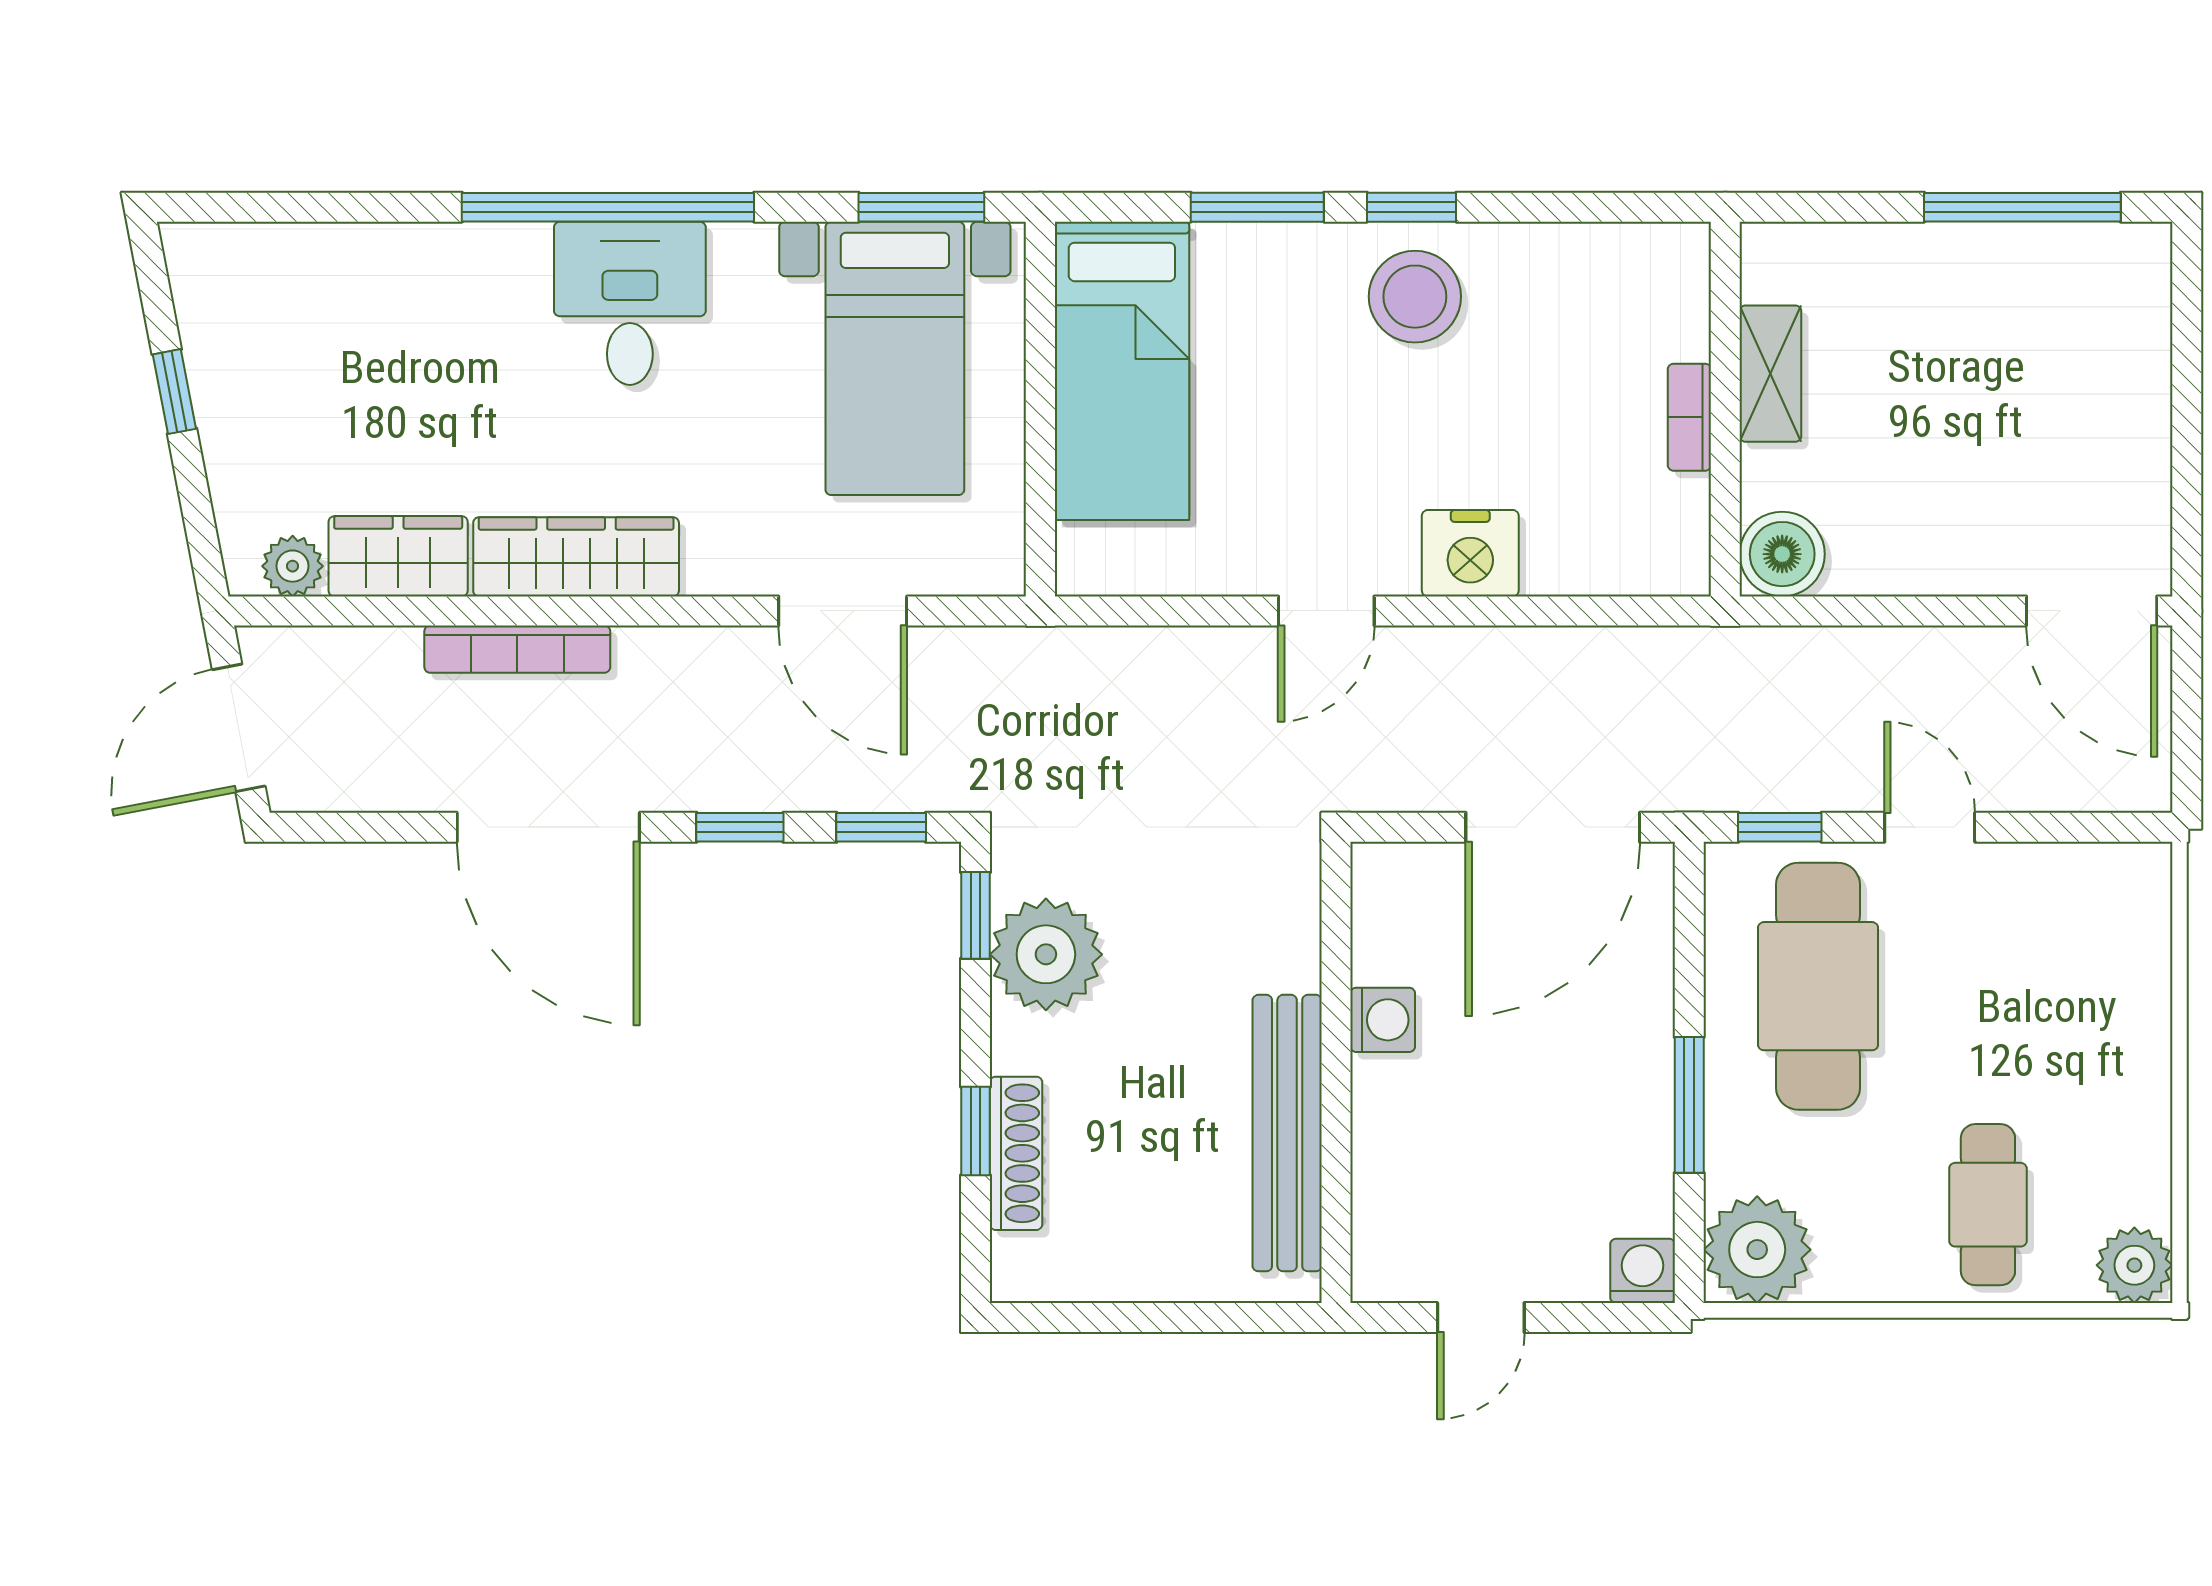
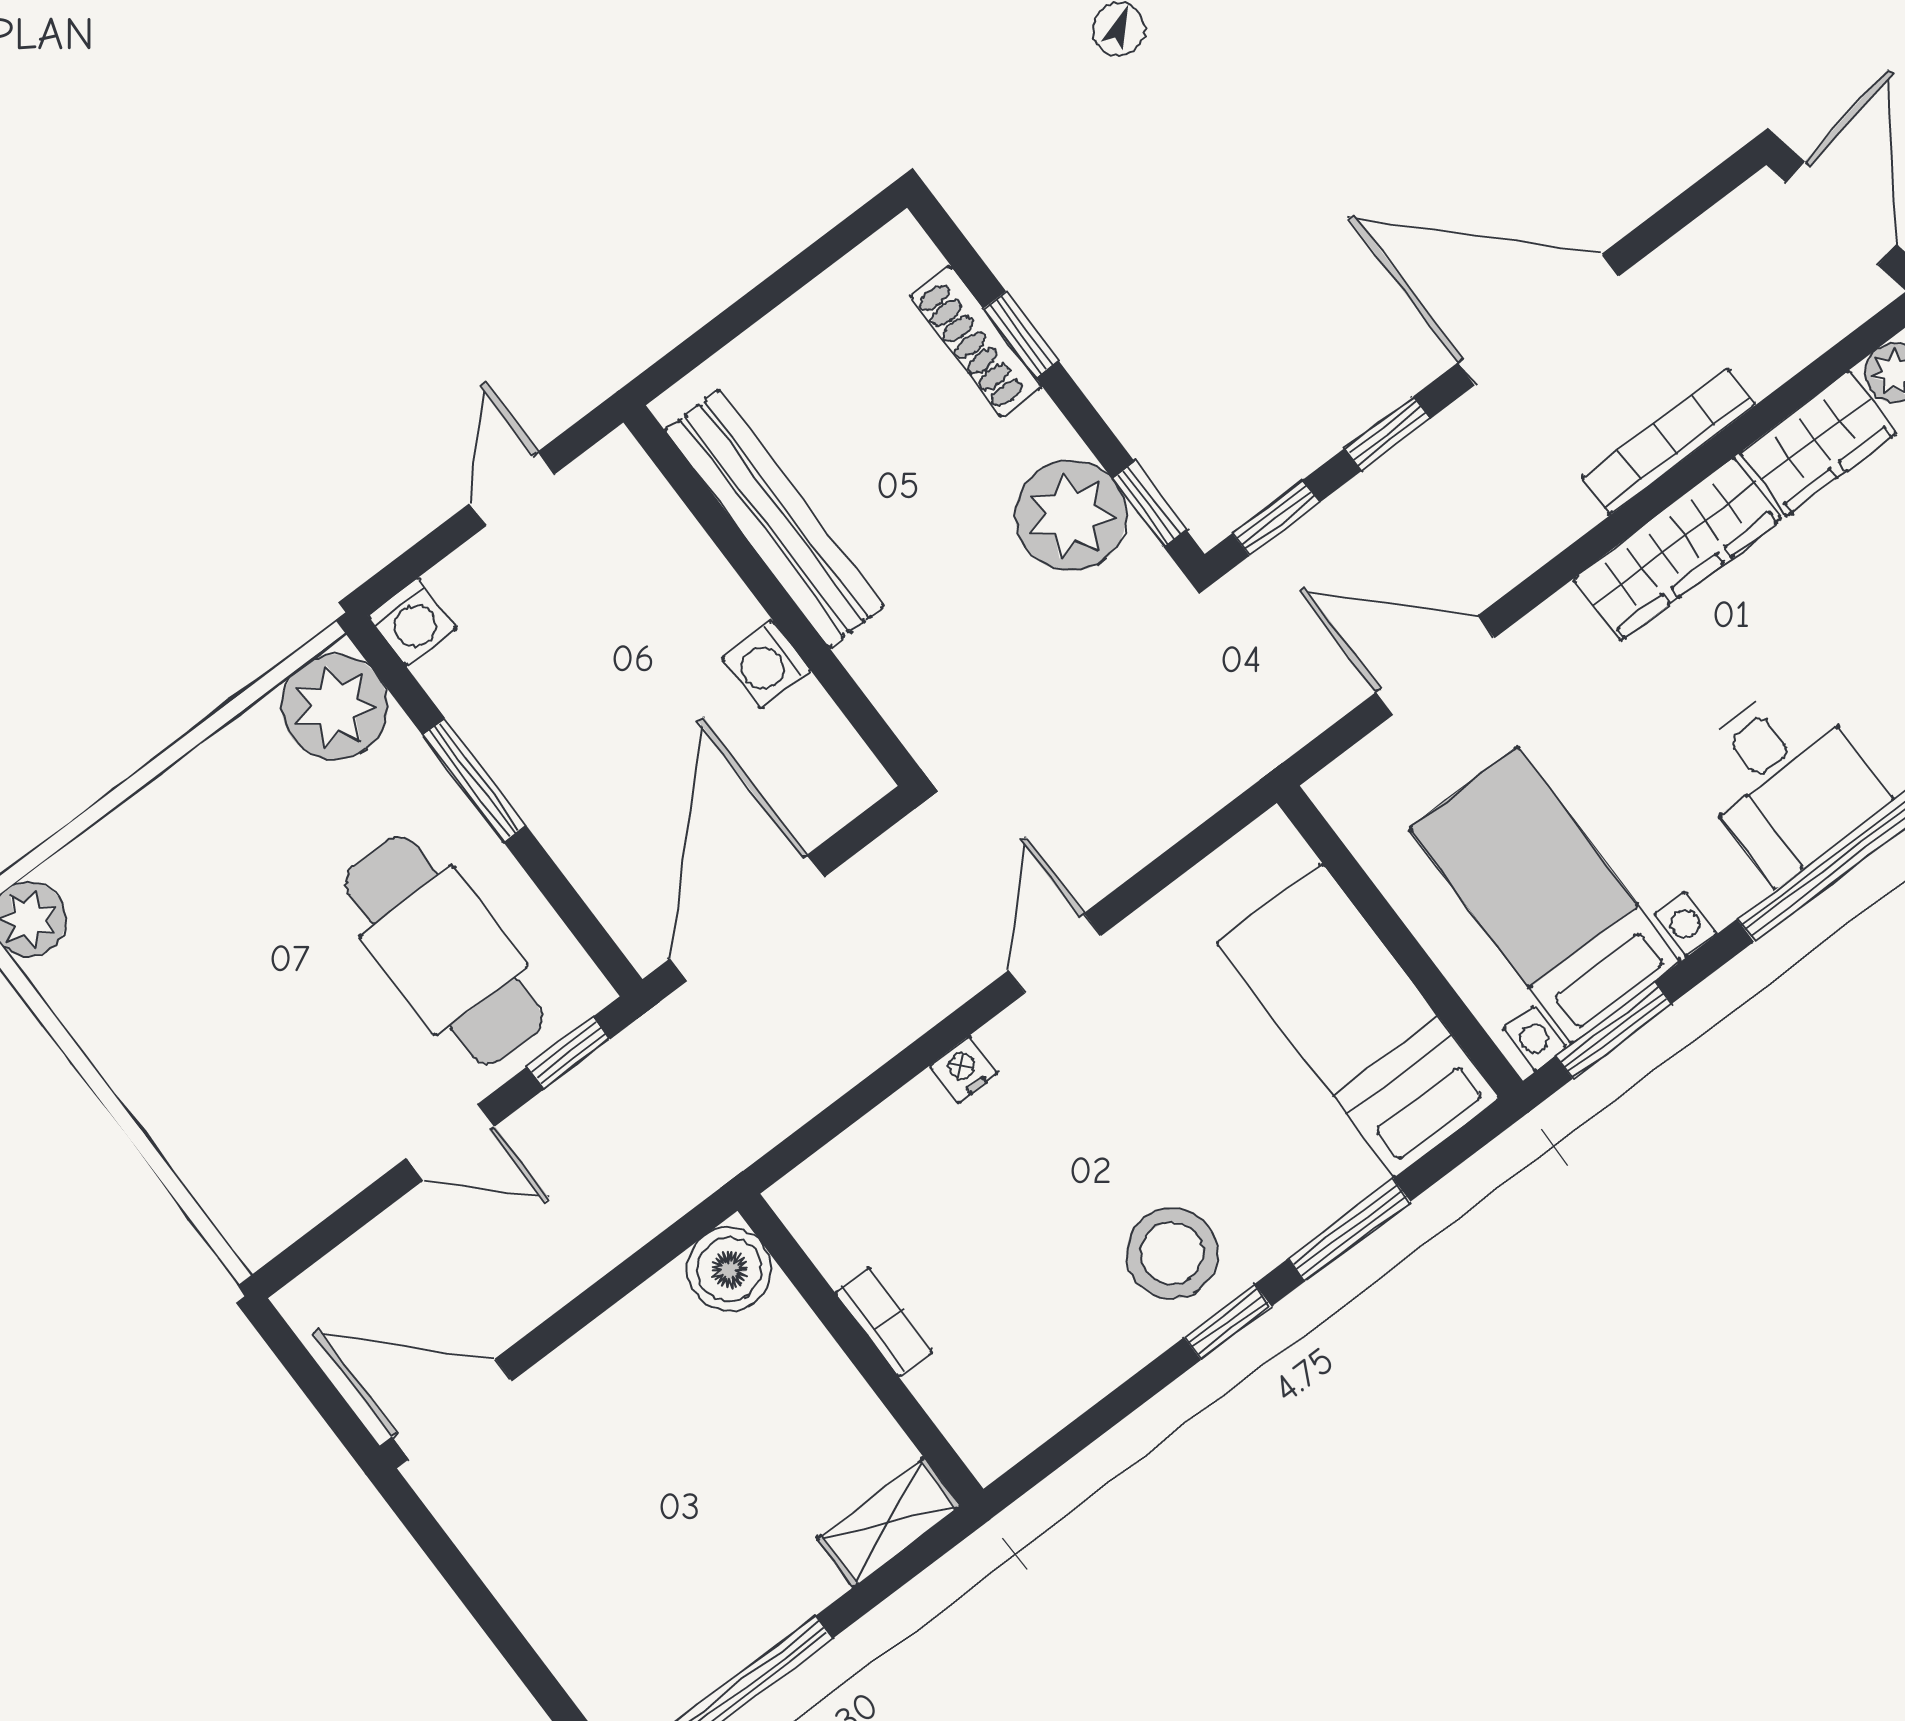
shelving: (1770, 374) -> (889, 1522), moved, turned 90
nightstand: (1470, 553) -> (964, 1069), width x0.53, depth x0.56
cafe table: (1988, 1205) -> (180, 880), removed

